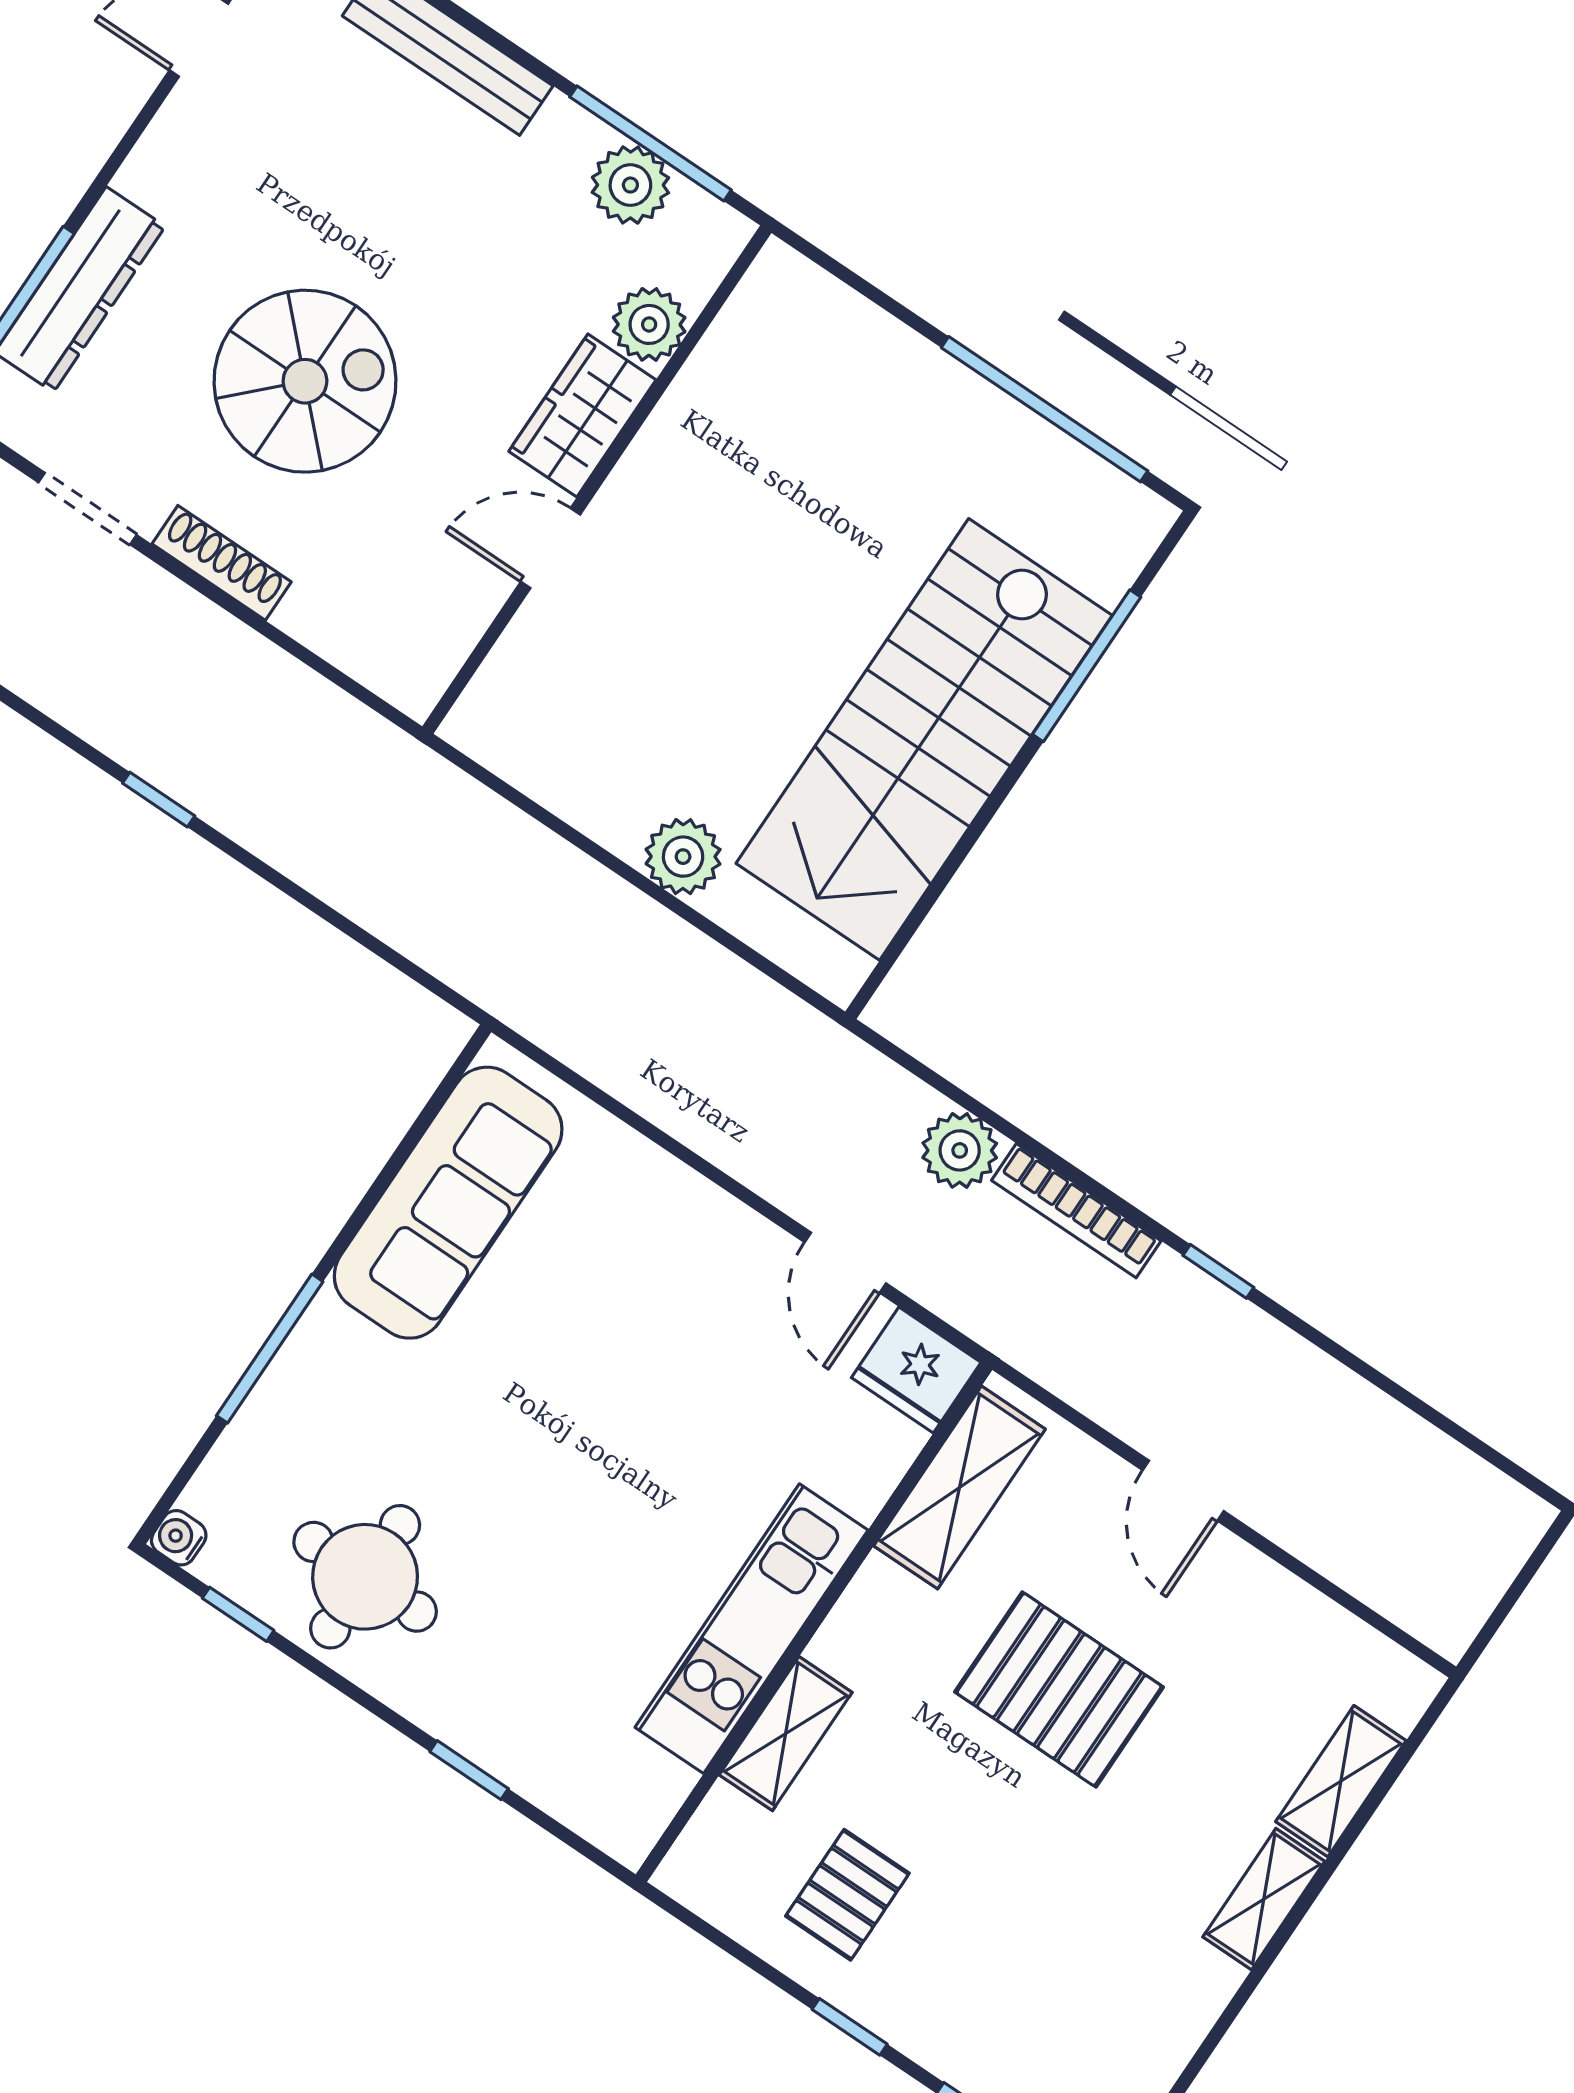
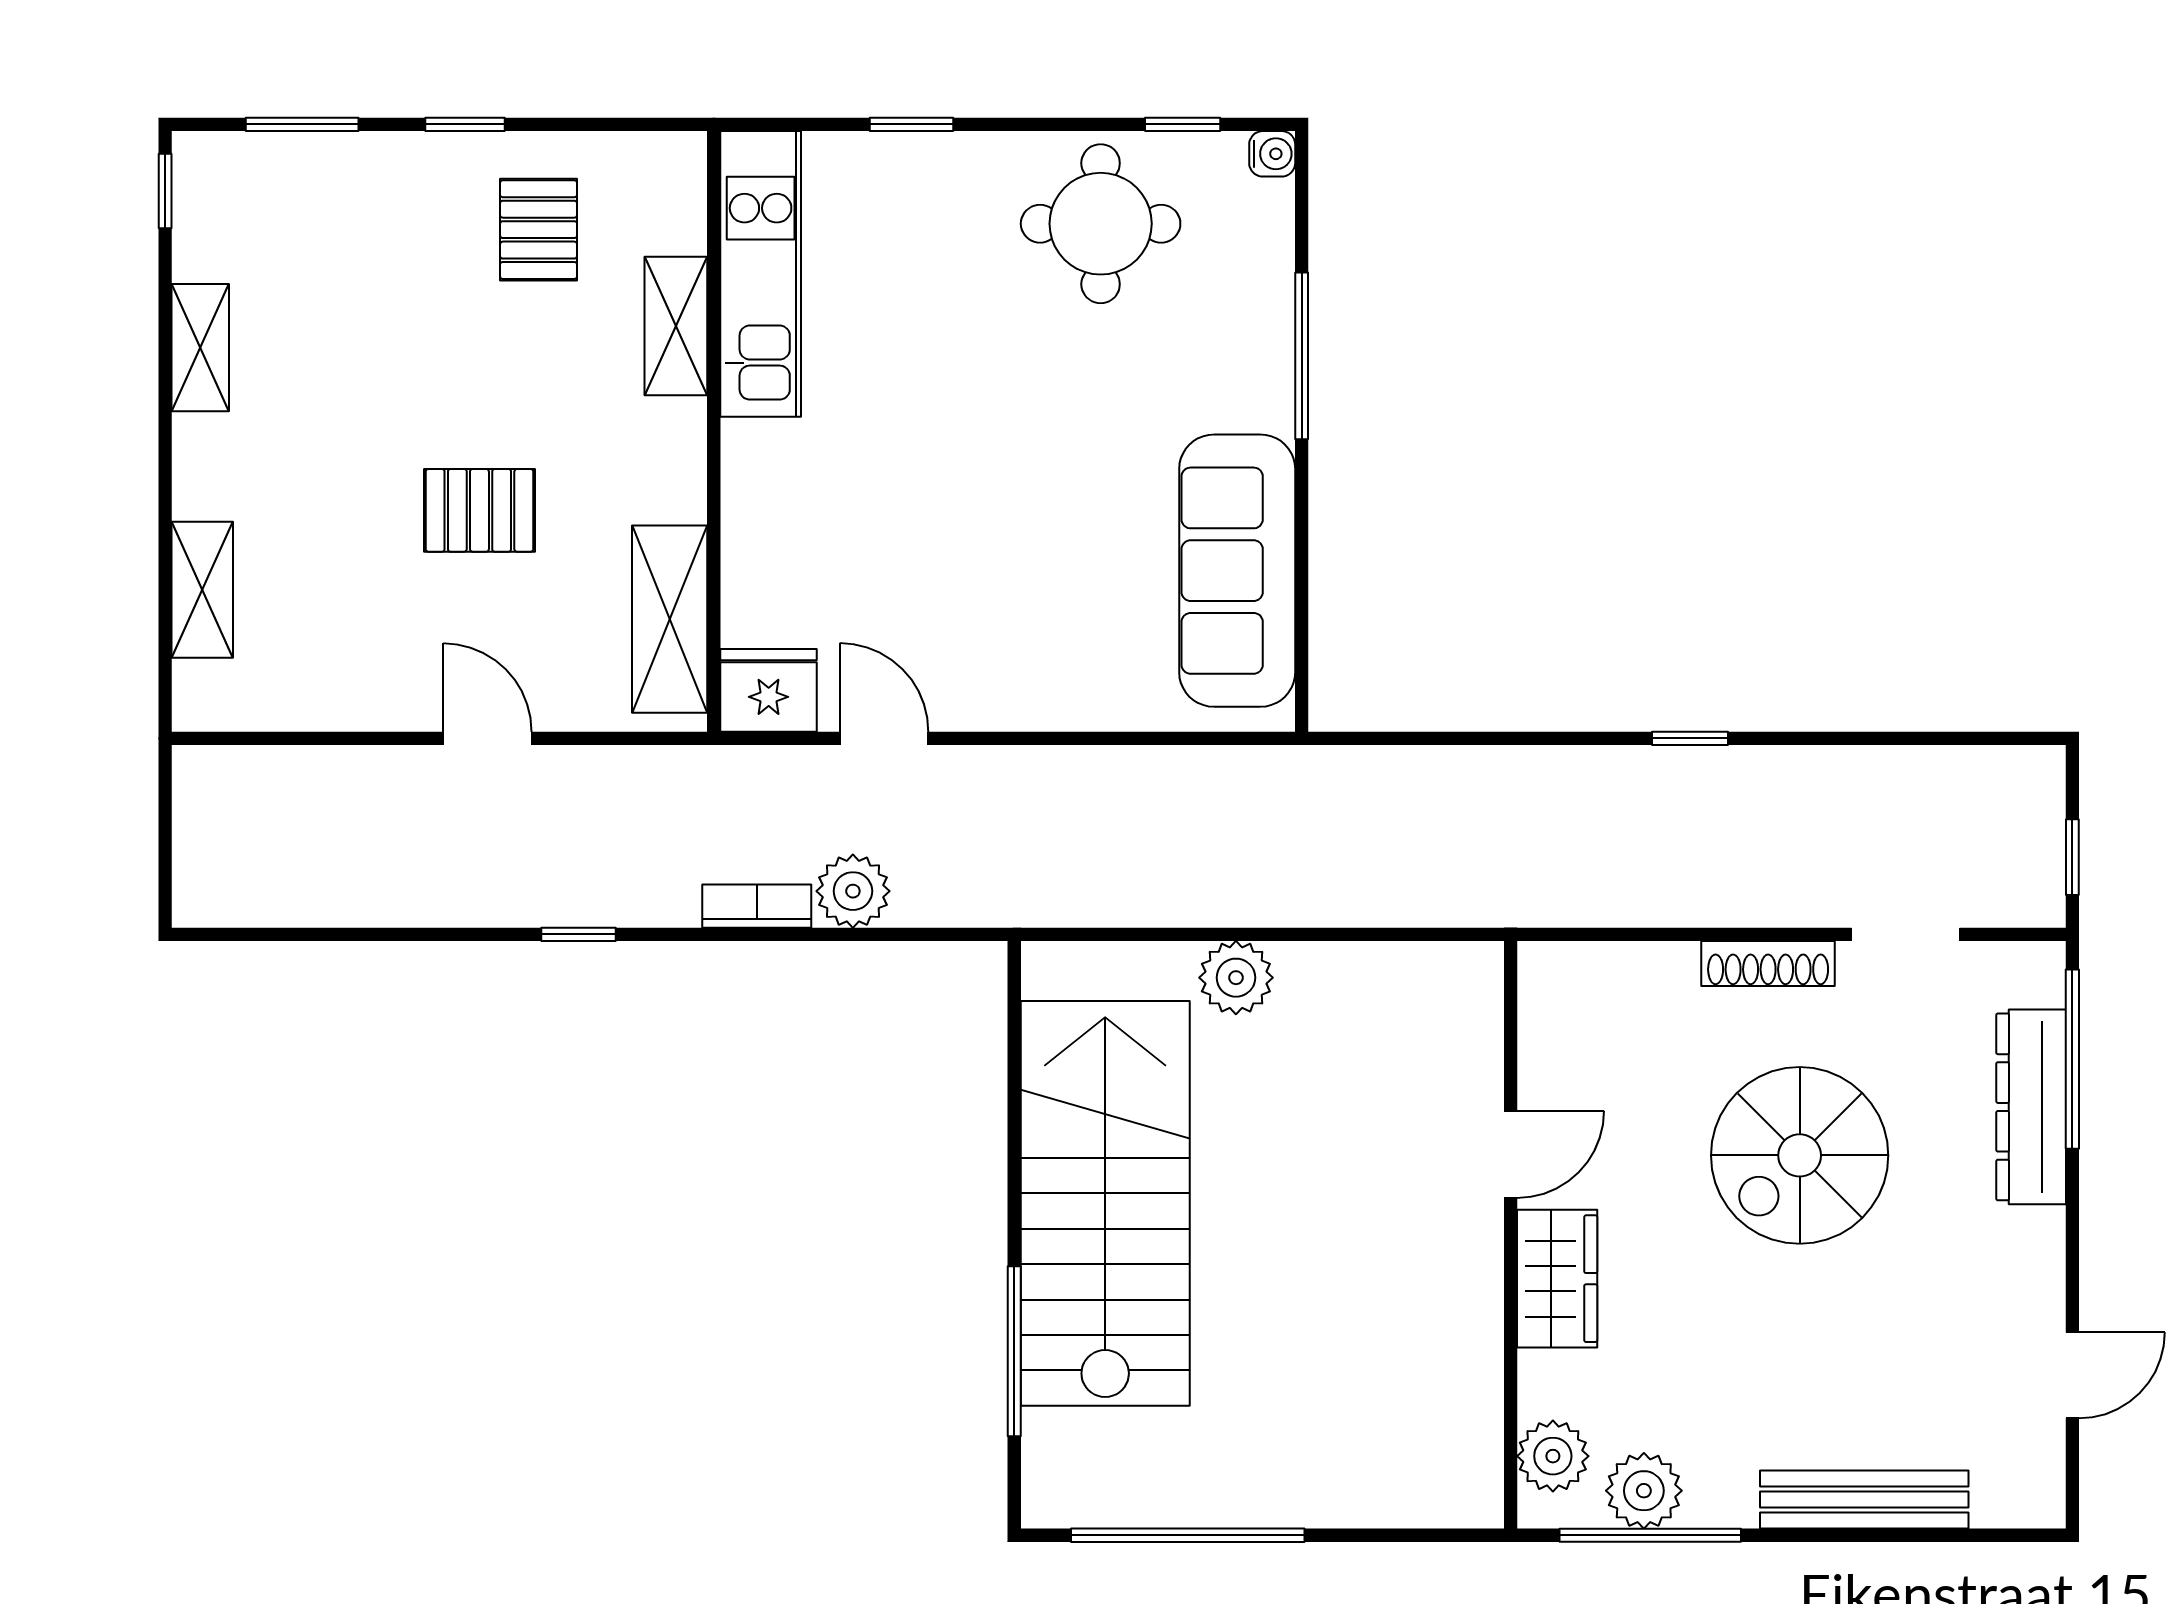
plant: (649, 324) -> (1553, 1456), moved
bookcase: (1076, 1211) -> (757, 906), width x0.64
kitchen unit: (752, 1629) -> (761, 274), moved
pallet: (1059, 1689) -> (479, 510), width x0.67, depth x0.71
shelving: (1264, 1899) -> (200, 348), moved

